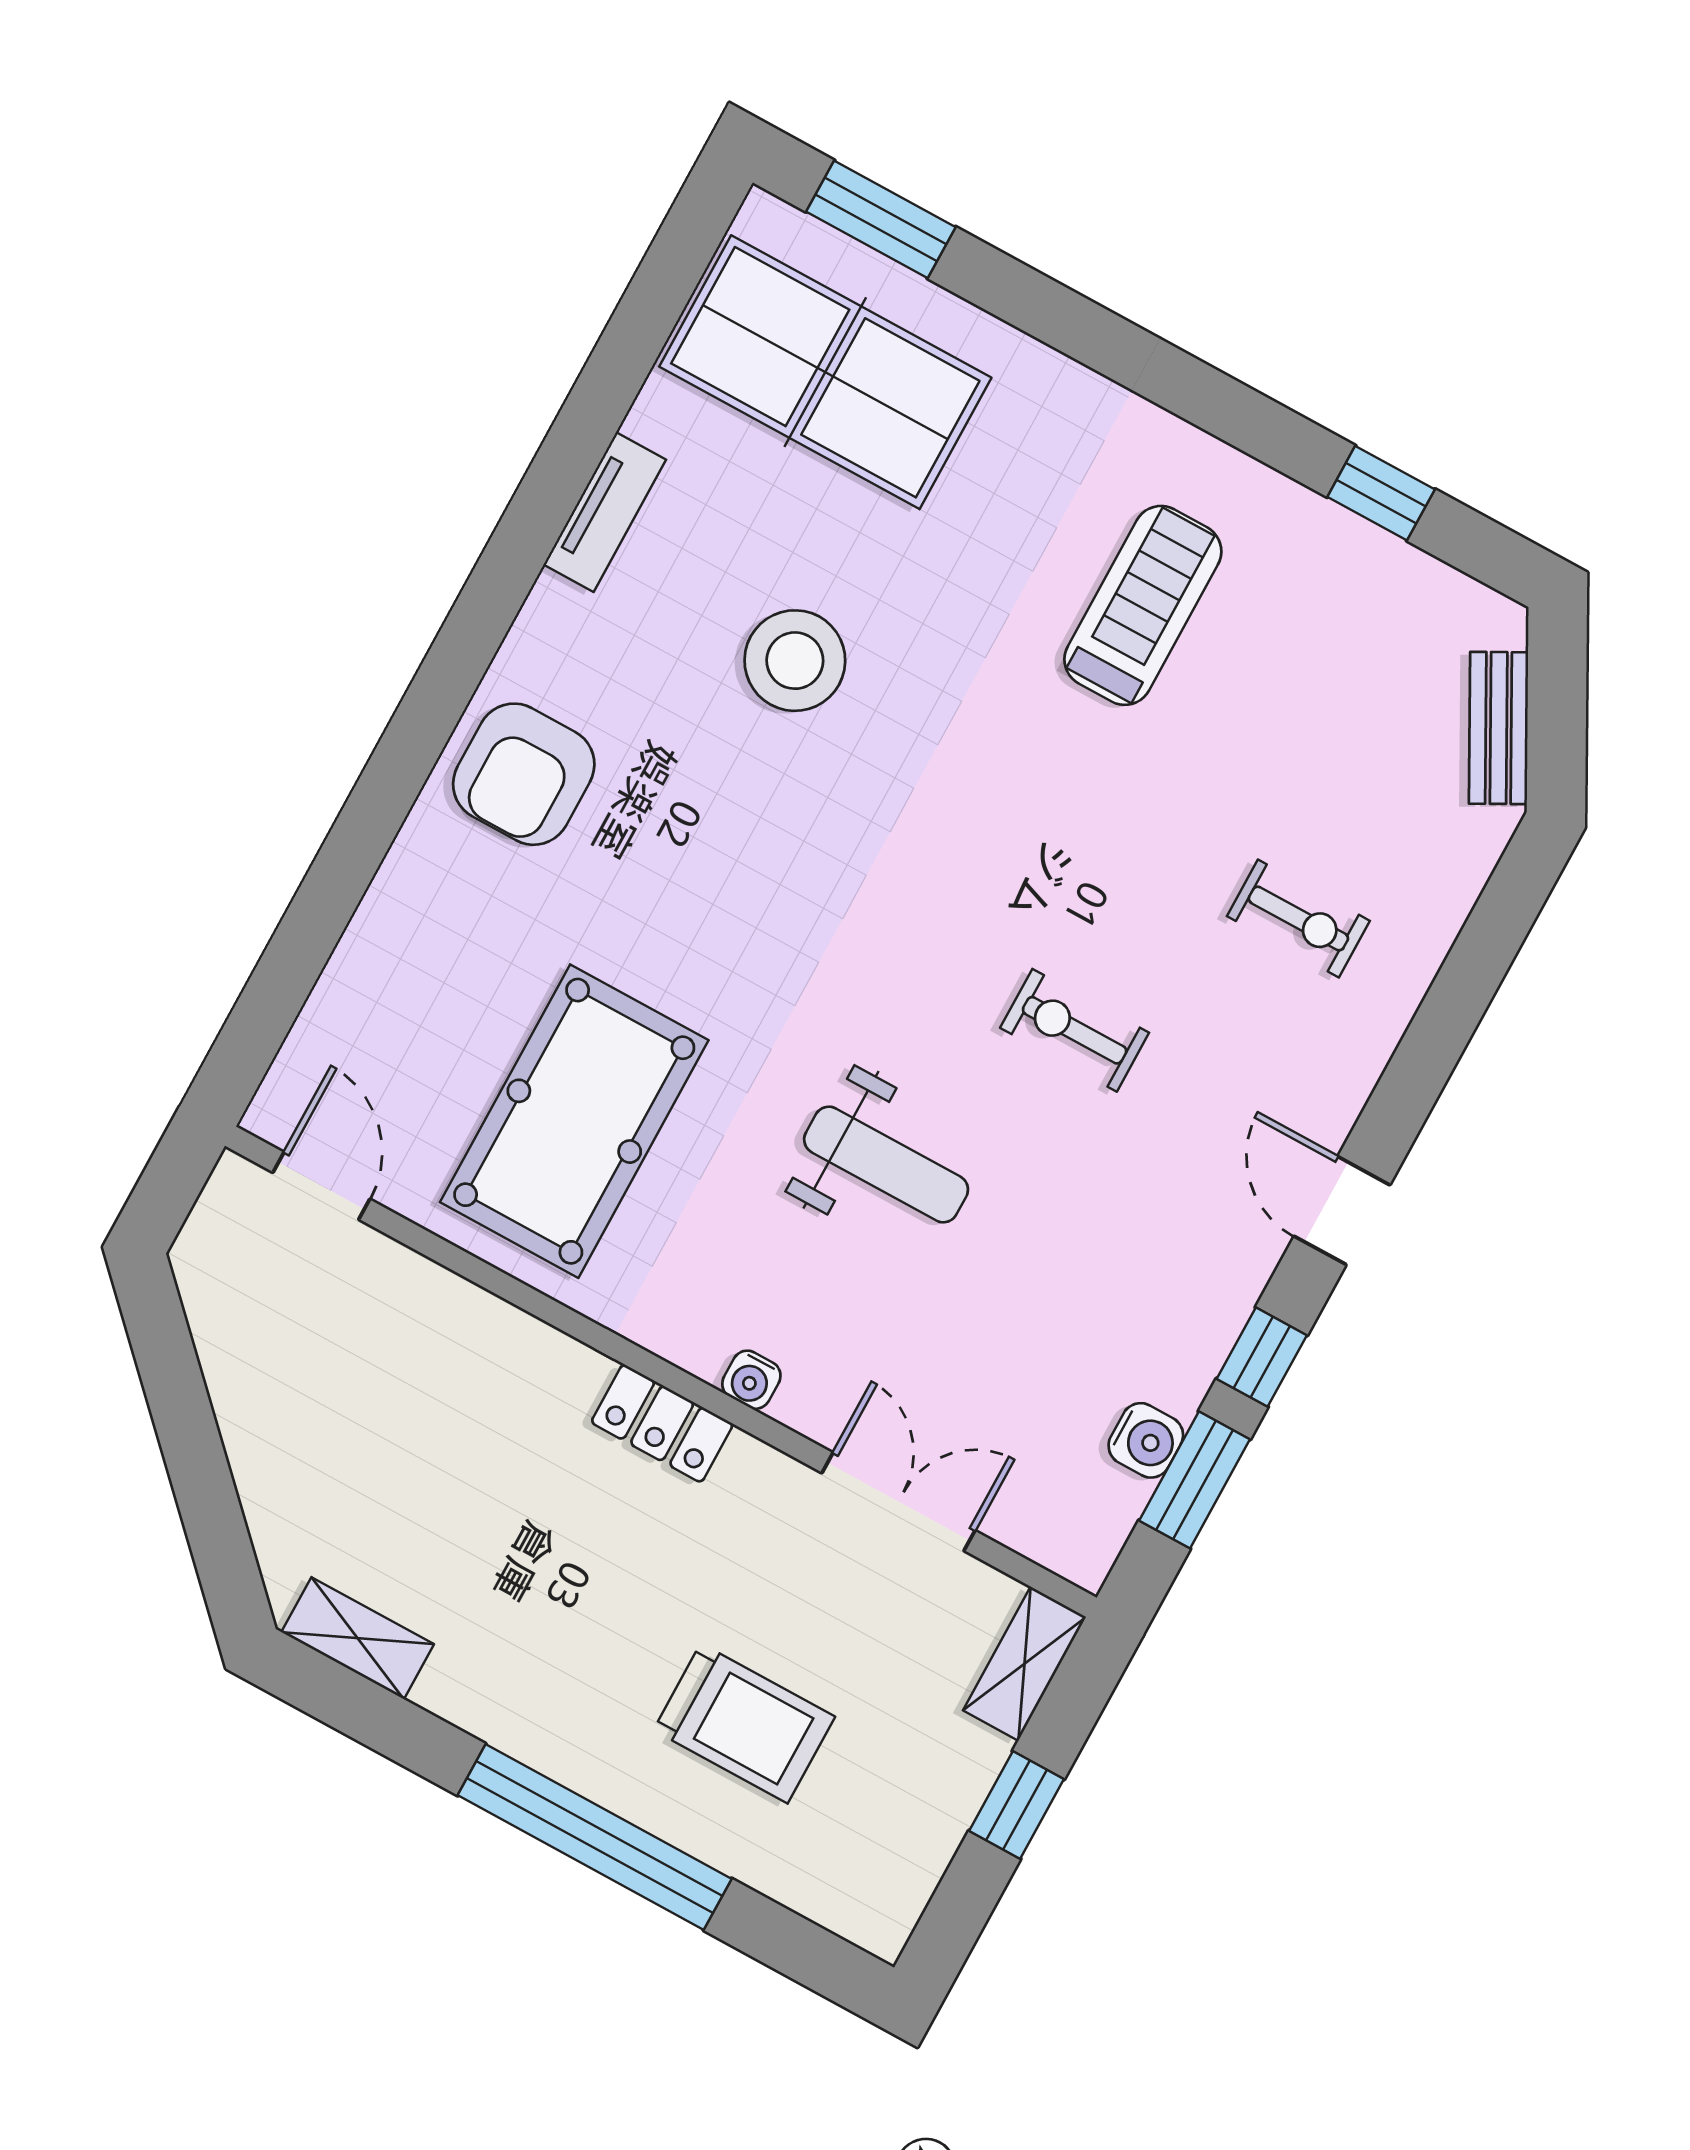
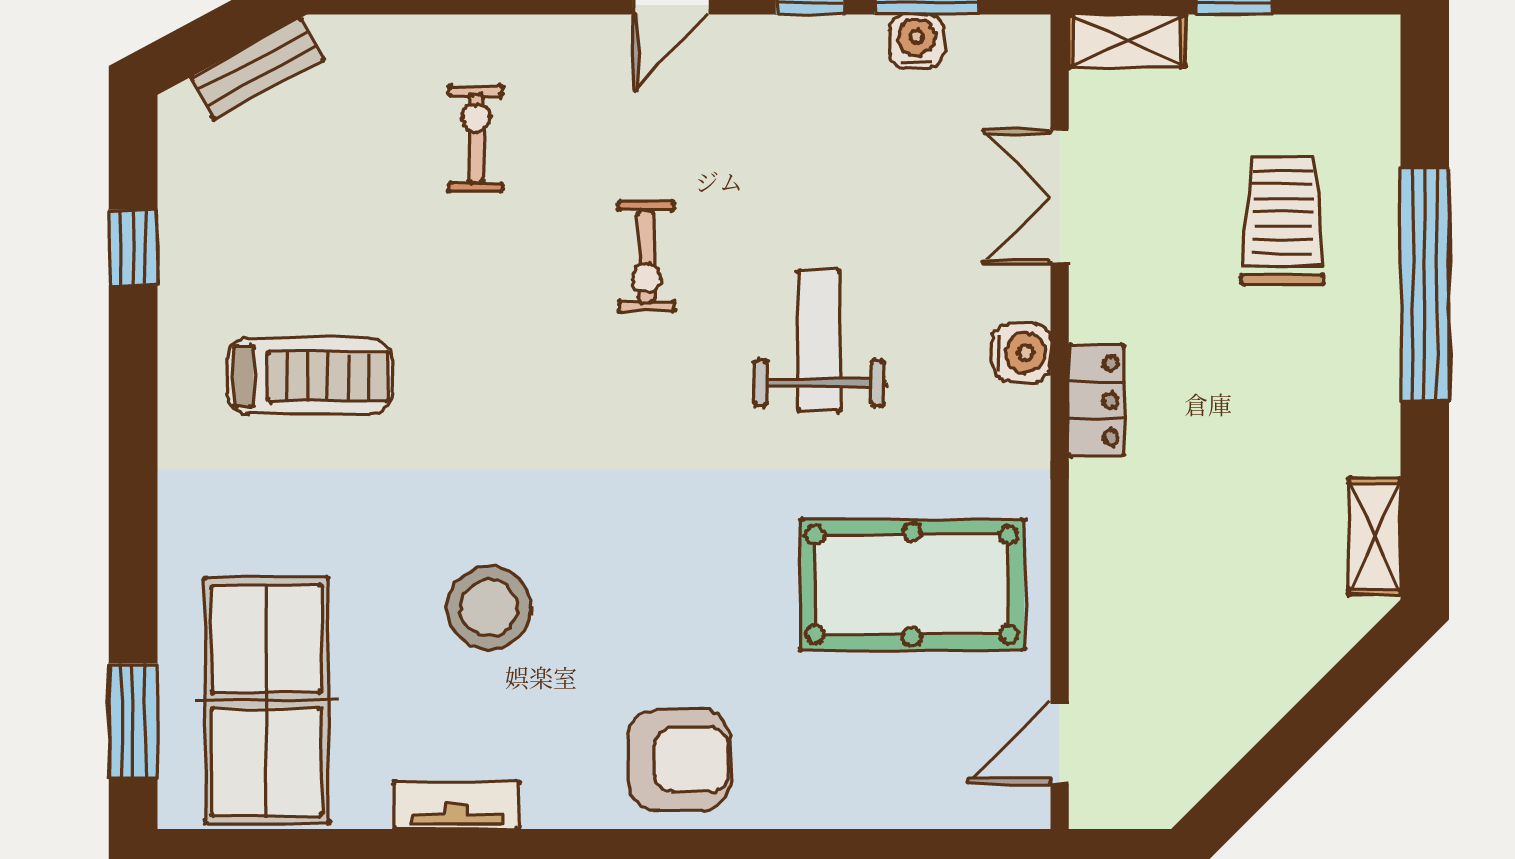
treadmill: (1143, 605) -> (310, 376), turned 180
water cooler: (751, 1380) -> (1021, 353), width x1.38, depth x1.38

